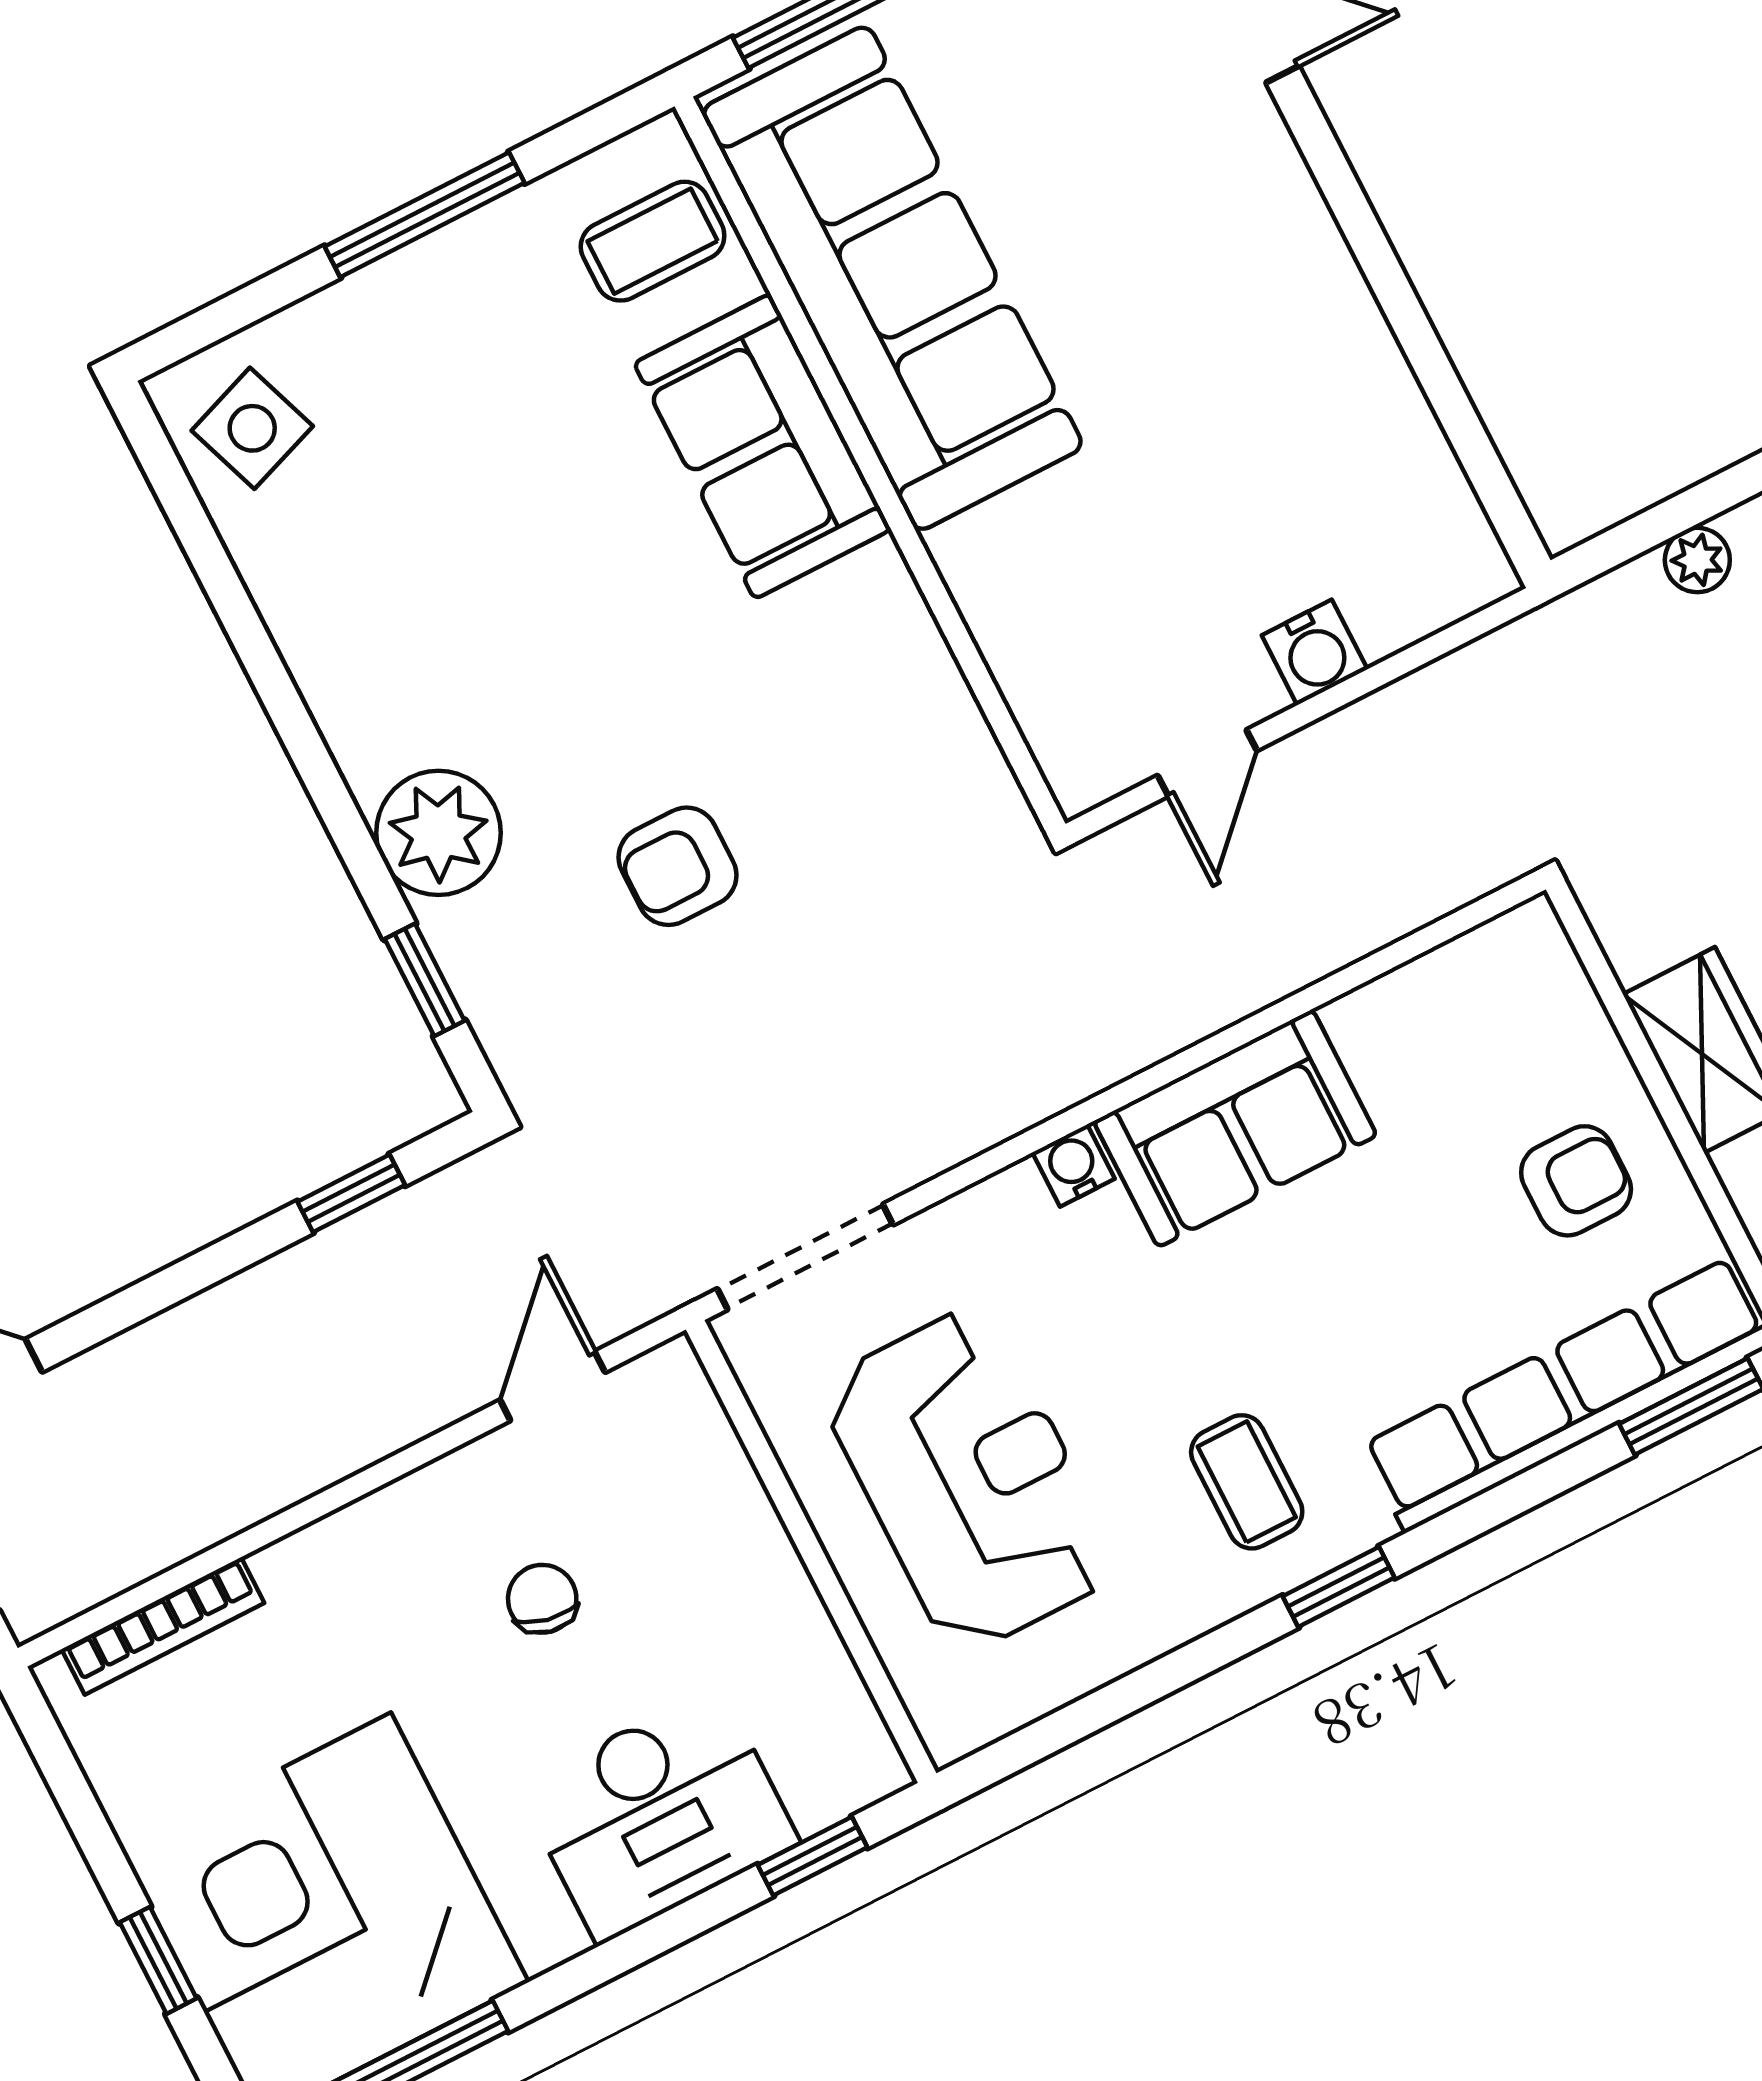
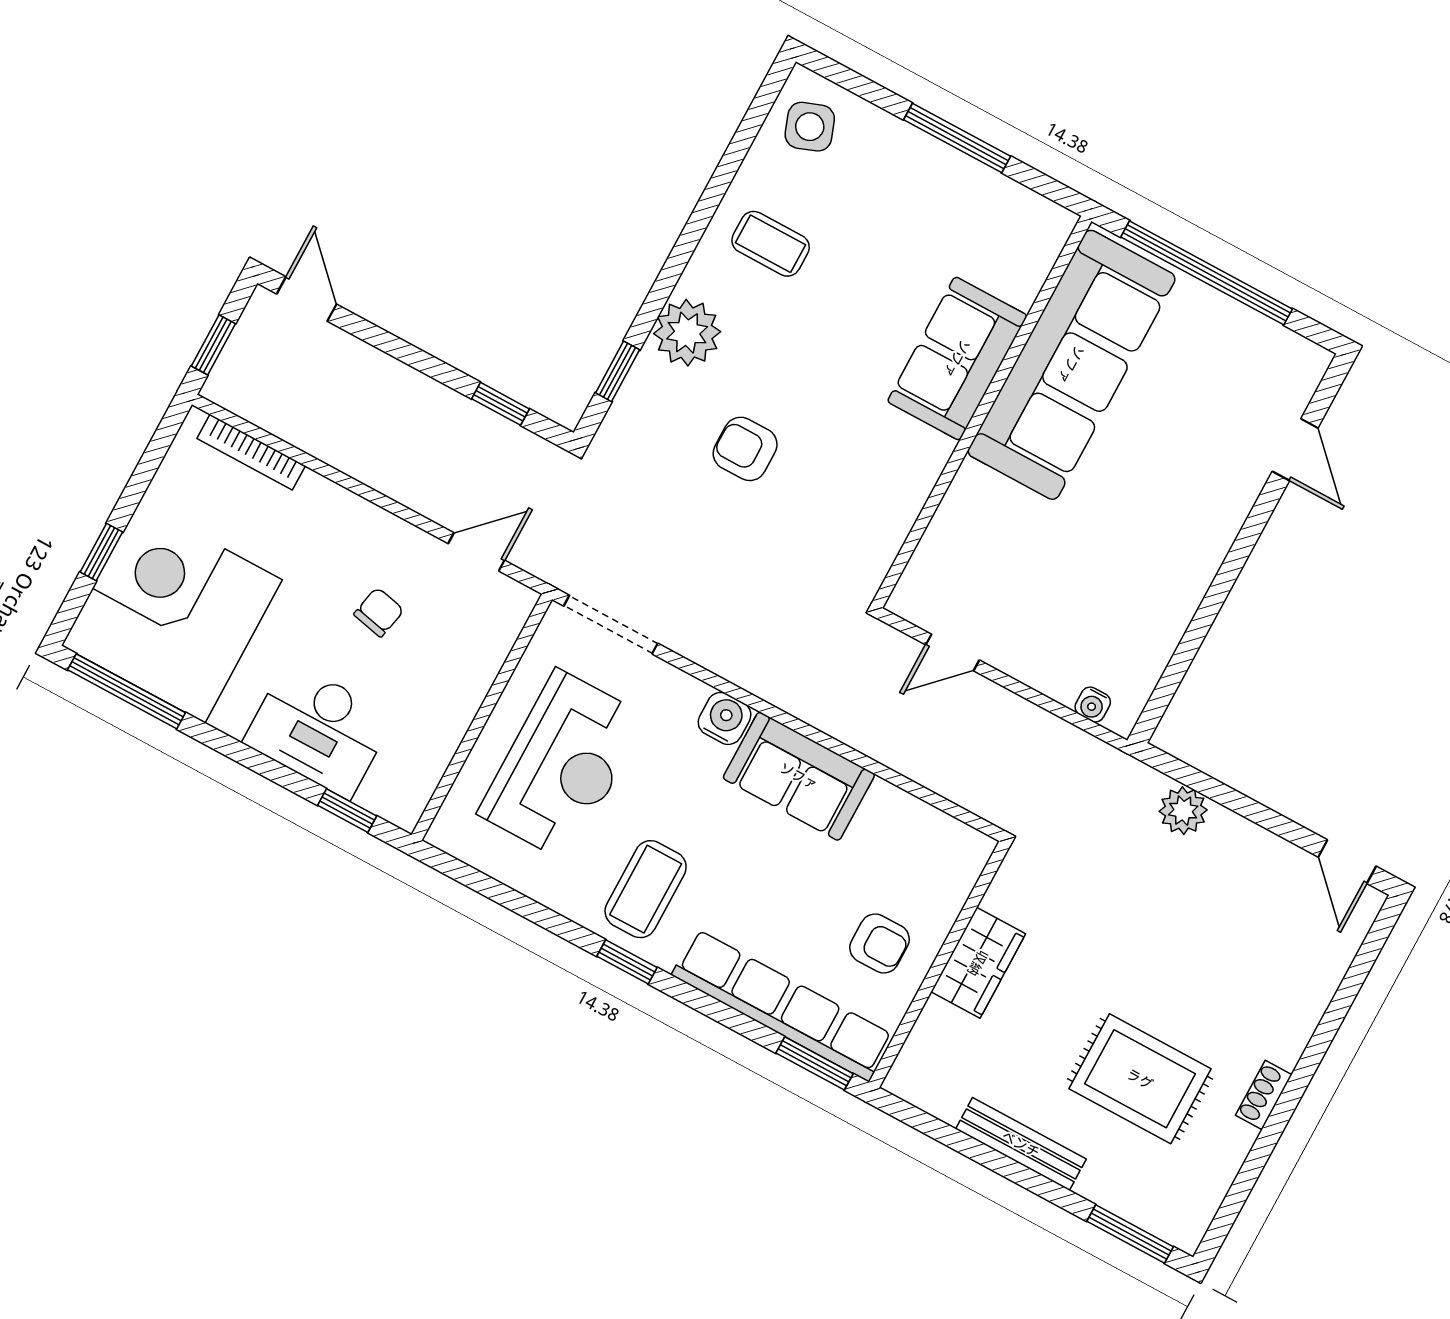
coffee table: (653, 241) -> (771, 244), moved
plant: (1697, 560) -> (1183, 811), width x1.38, depth x1.38
water cooler: (1315, 652) -> (1093, 705), moved, width x0.72, depth x0.72
water cooler: (1074, 1166) -> (725, 718), width x1.38, depth x1.38
coffee table: (1247, 1482) -> (646, 889), width x1.36, depth x1.30

